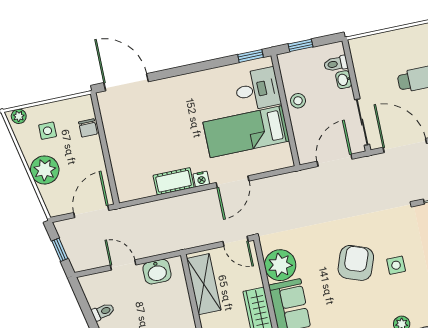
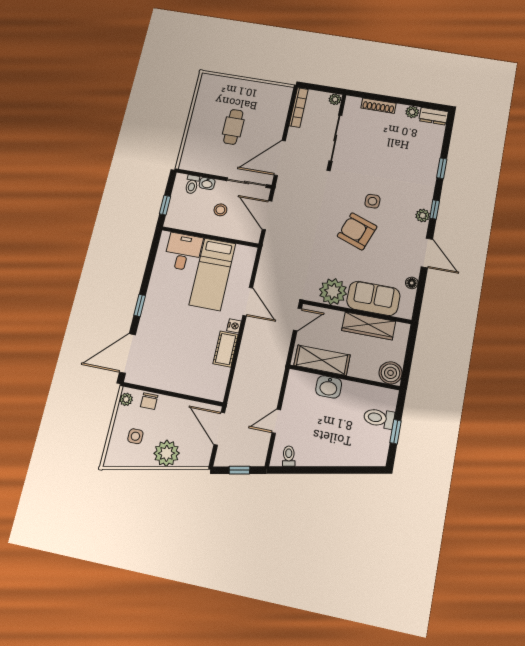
window: (251, 56) -> (140, 305), moved
stool: (298, 101) -> (220, 210), moved
plant: (19, 116) -> (126, 399), moved
chair: (88, 128) -> (149, 401), turned 90
washbasin: (157, 272) -> (329, 387), moved, turned 90
toilet: (103, 312) -> (289, 456), moved

